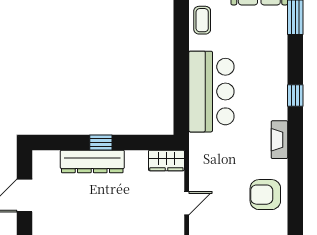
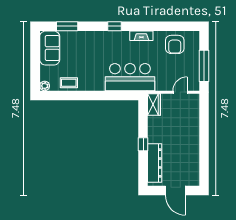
bar counter: (211, 92) -> (130, 77), moved
dresser: (92, 161) -> (155, 163), moved
door: (187, 203) -> (180, 92), hinge flipped

